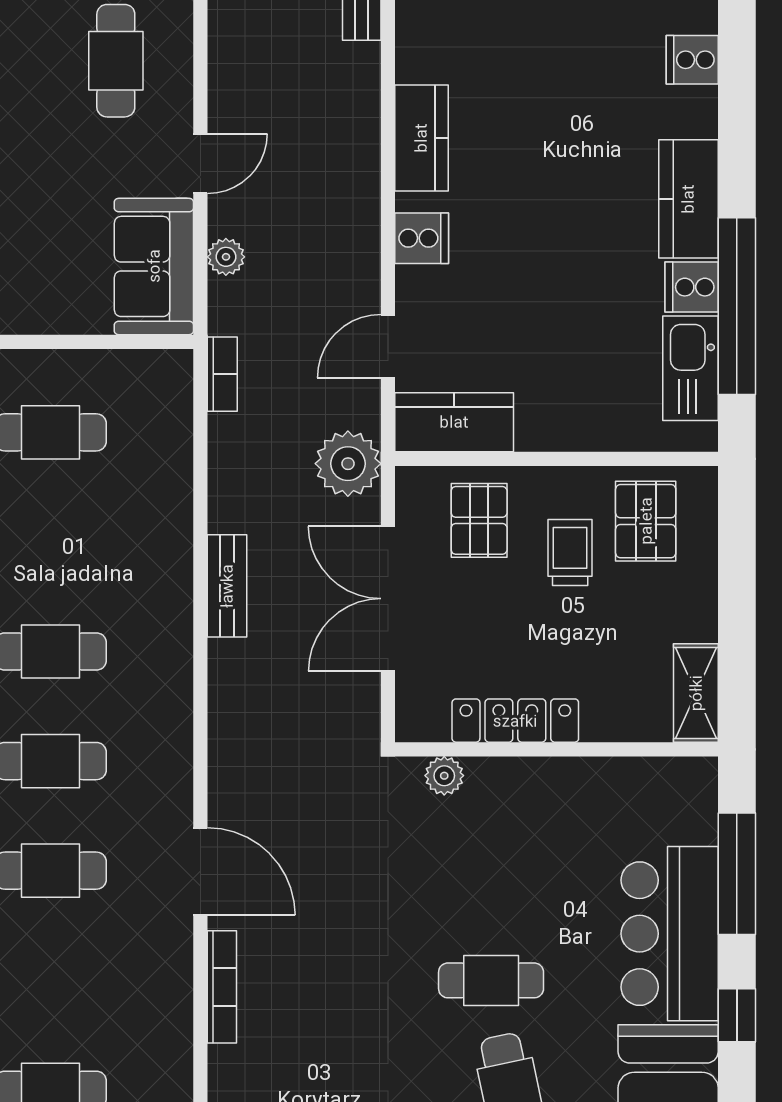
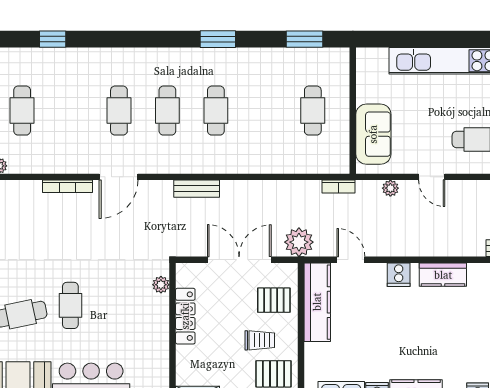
sofa: (154, 266) -> (373, 134), moved, turned 90
kitchen counter: (454, 422) -> (317, 302), width x1.50
bench: (227, 586) -> (197, 189), moved

